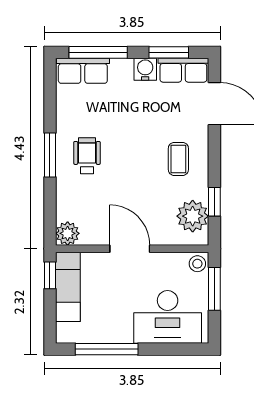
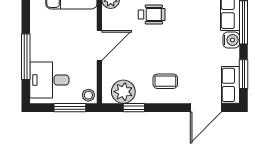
water cooler: (145, 69) -> (231, 40), moved
wheelchair: (87, 156) -> (152, 14), moved
desk: (168, 317) -> (49, 80), width x0.73
window: (107, 349) -> (26, 57), moved

